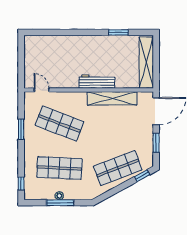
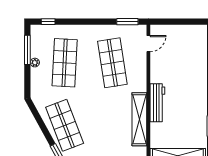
shop shelf: (59, 123) -> (112, 63), turned -30
window: (21, 129) -> (127, 22), moved
window: (60, 203) -> (27, 50), moved

